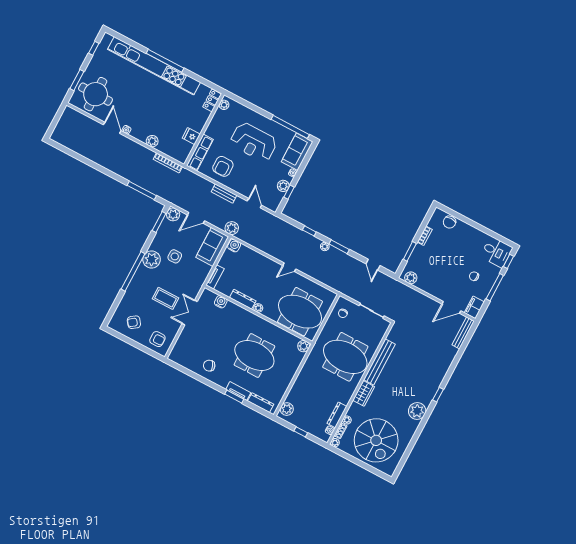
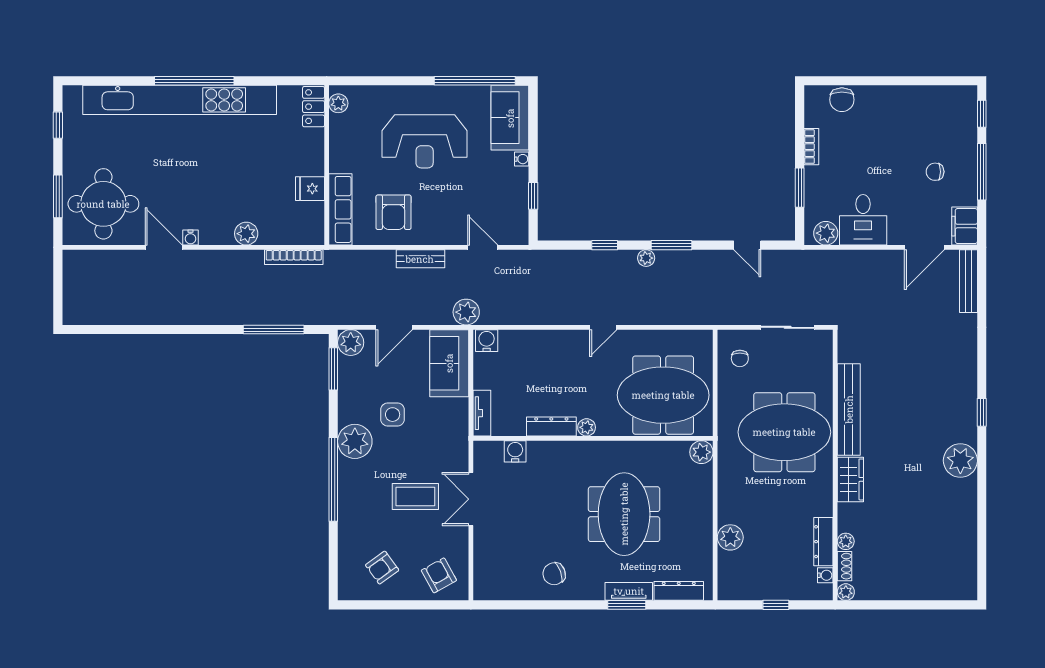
plant: (283, 186) -> (517, 191), removed
desk: (496, 252) -> (863, 220), moved, turned 90
armchair: (157, 339) -> (439, 575), turned -119
meeting table: (254, 356) -> (624, 514), turned 90
plant: (287, 409) -> (730, 537), moved
spiral stairs: (376, 440) -> (916, 550), removed

